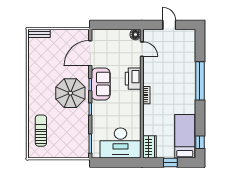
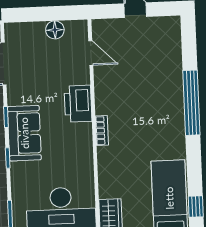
floor lamp: (135, 35) -> (55, 30), moved
sofa: (101, 84) -> (24, 133), moved

